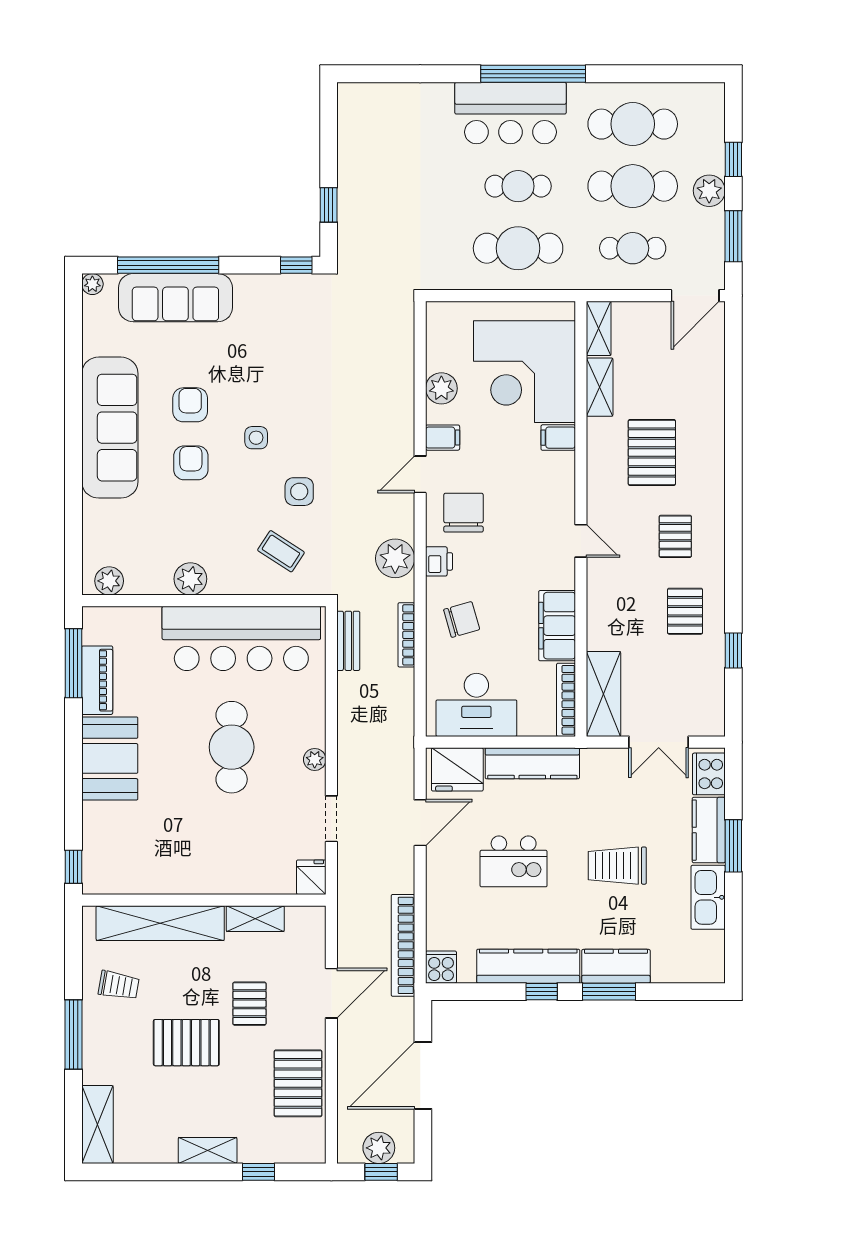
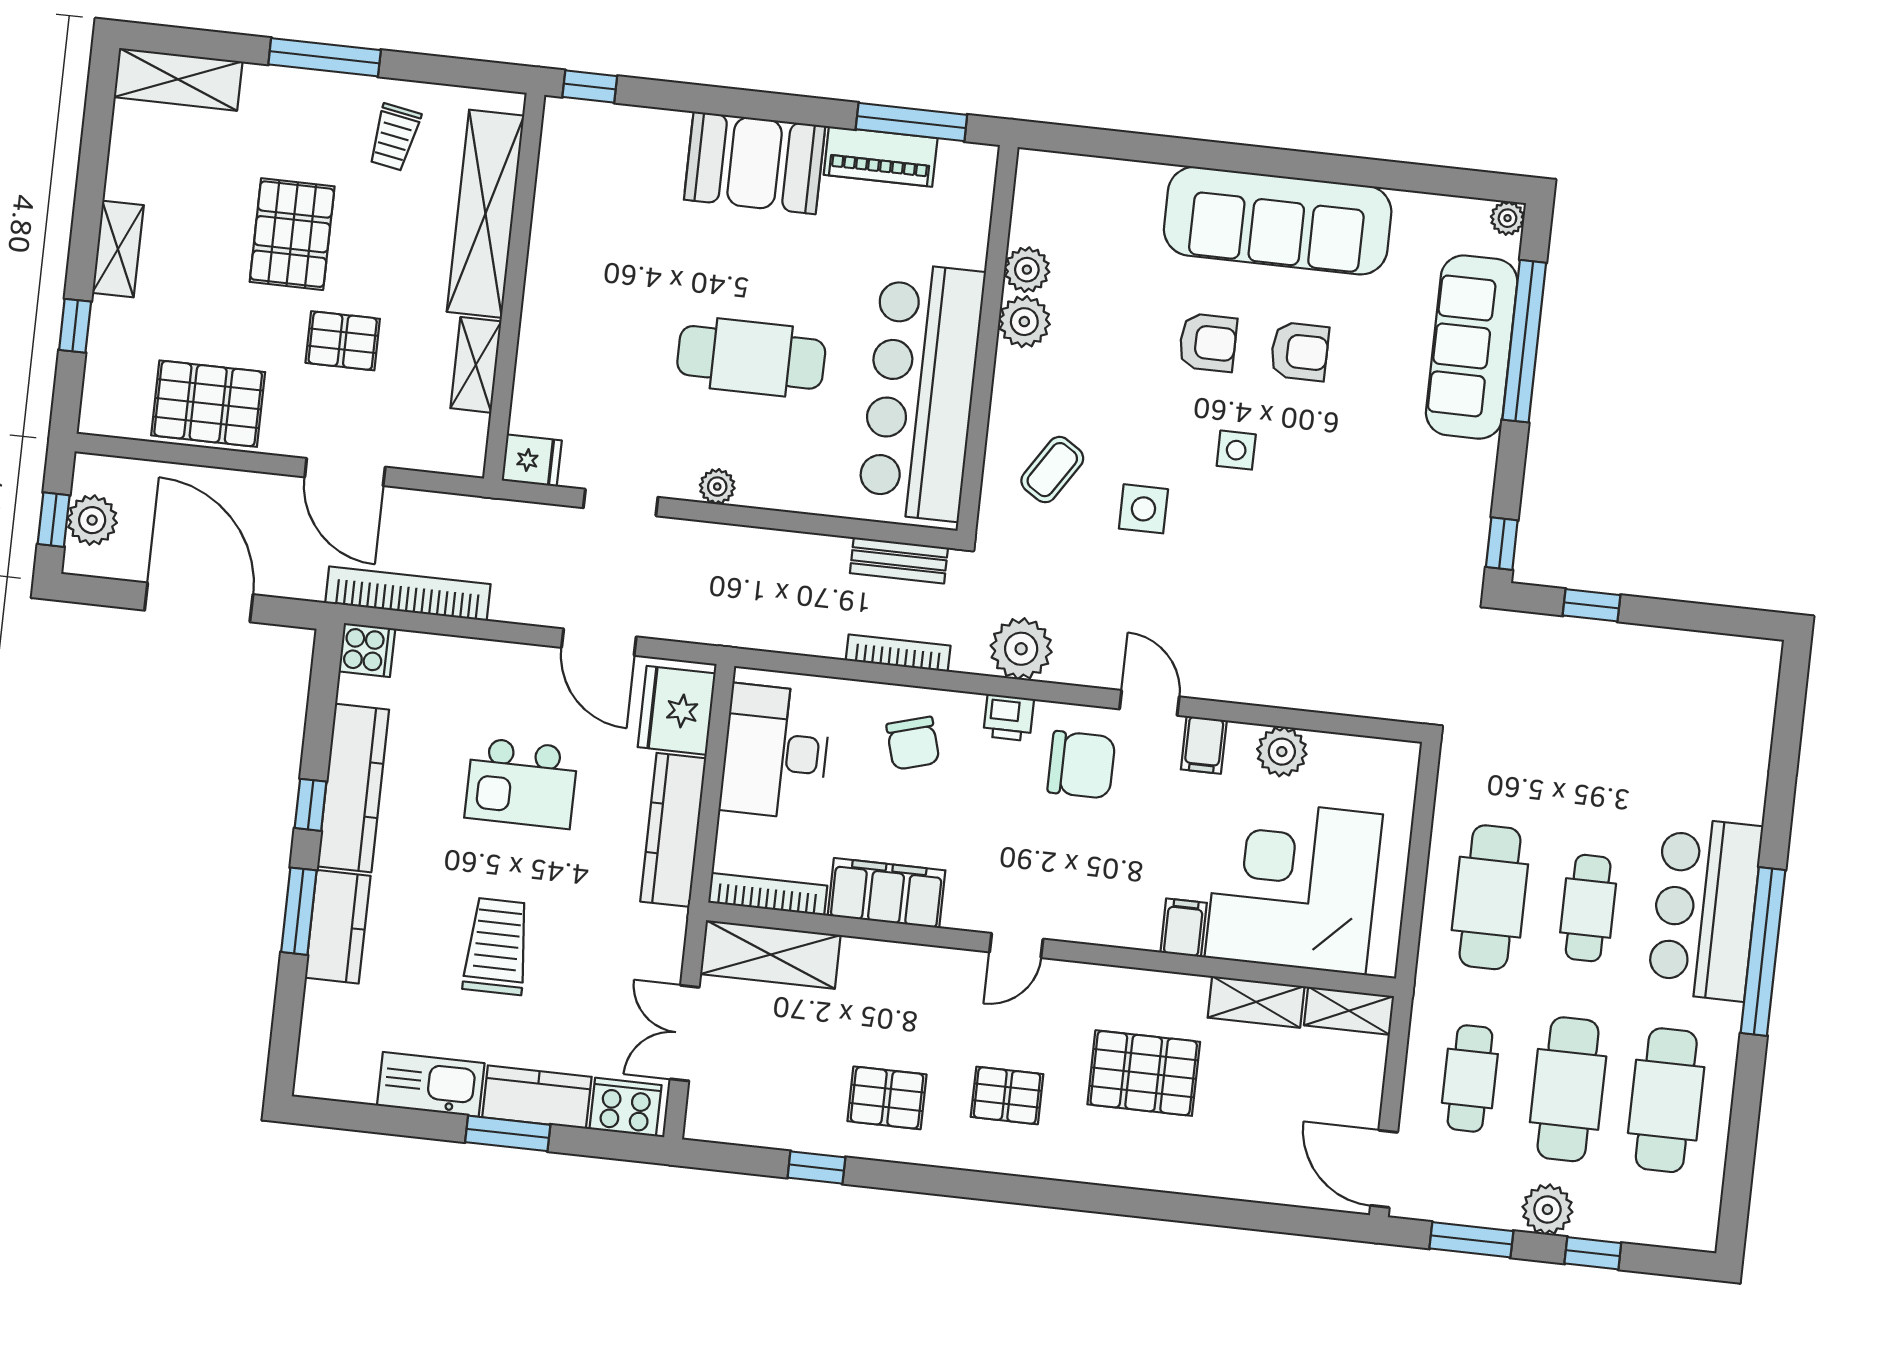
plant: (109, 581) -> (1027, 270), moved
kitchen island: (514, 861) -> (521, 783), turned -90

